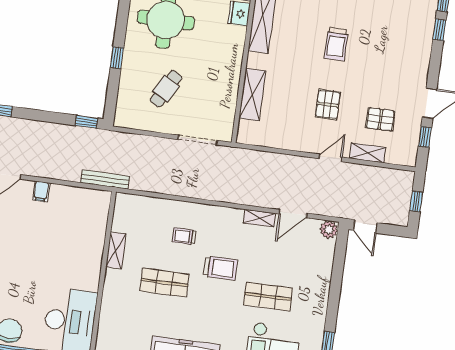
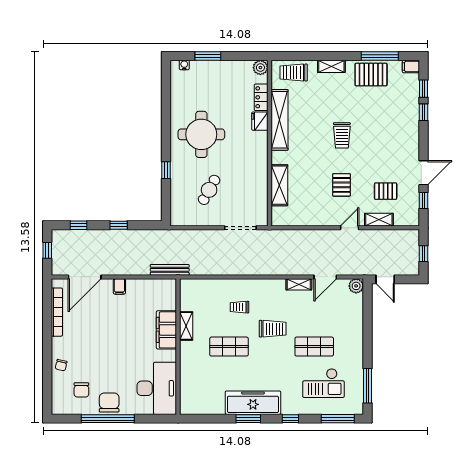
window: (86, 122) -> (119, 225), moved
filing cabinet: (91, 252) -> (166, 330), added

